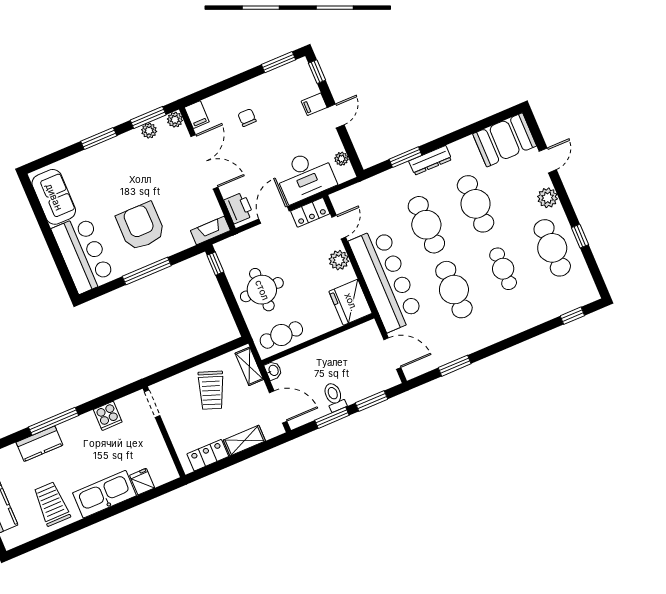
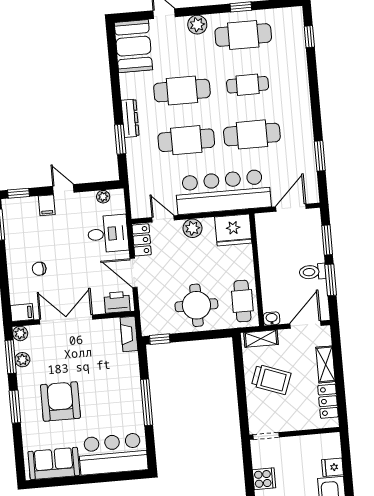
desk: (305, 176) -> (108, 234), width x0.73
armchair: (141, 226) -> (60, 401), moved, turned 90

